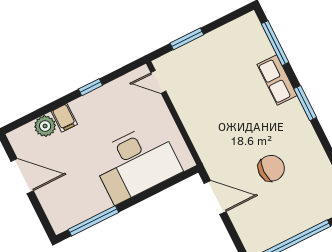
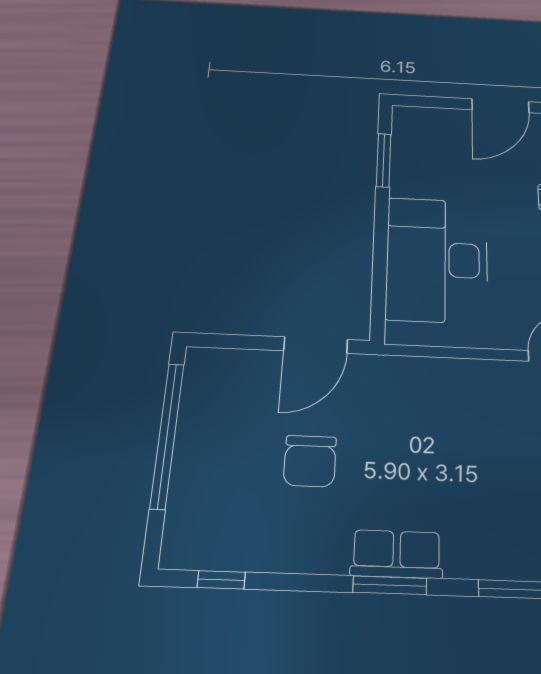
row of seats: (277, 80) -> (397, 554), moved
window: (93, 221) -> (384, 160), width x0.69

